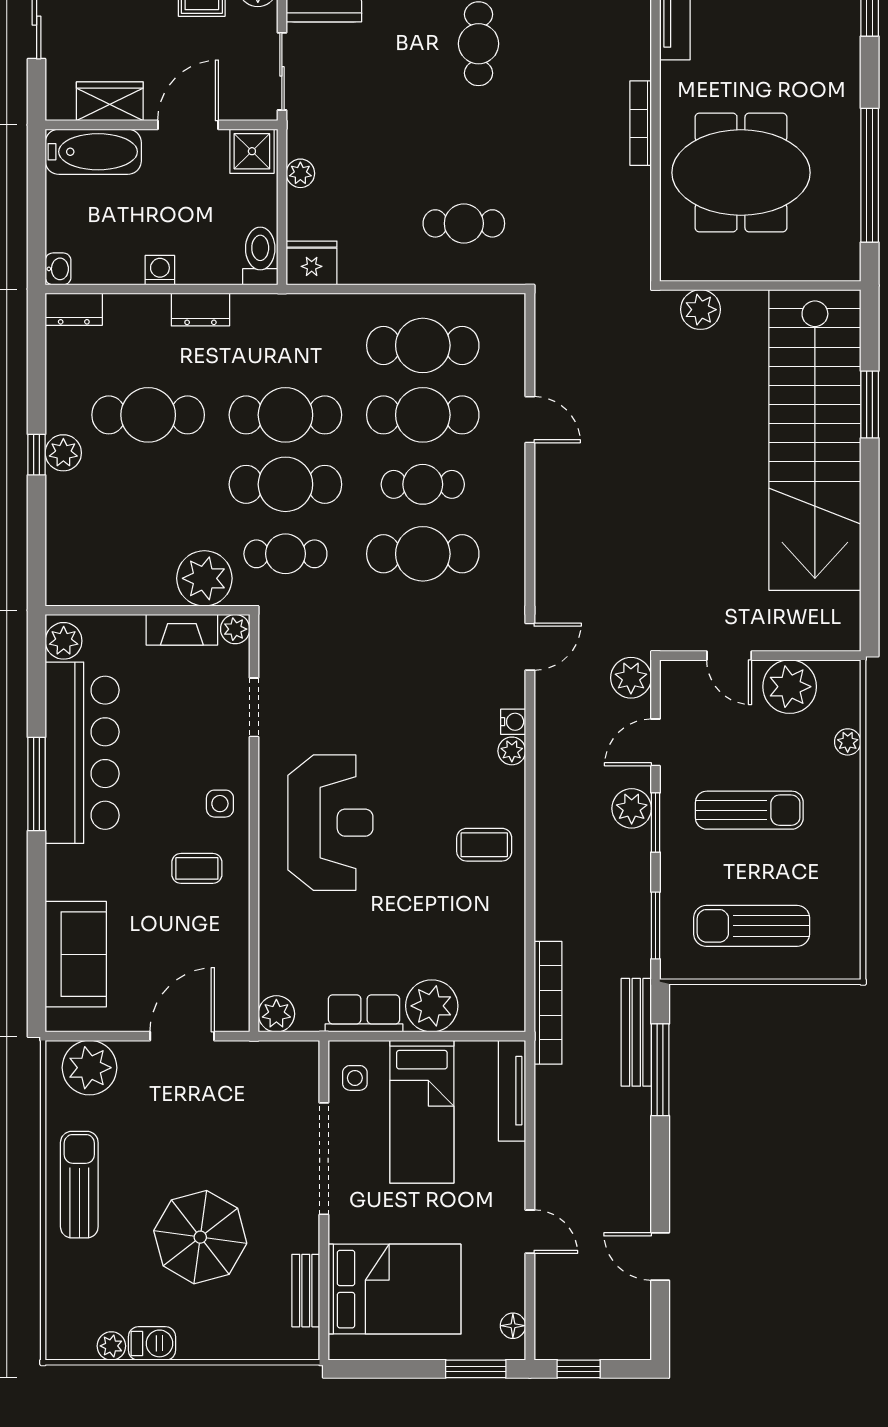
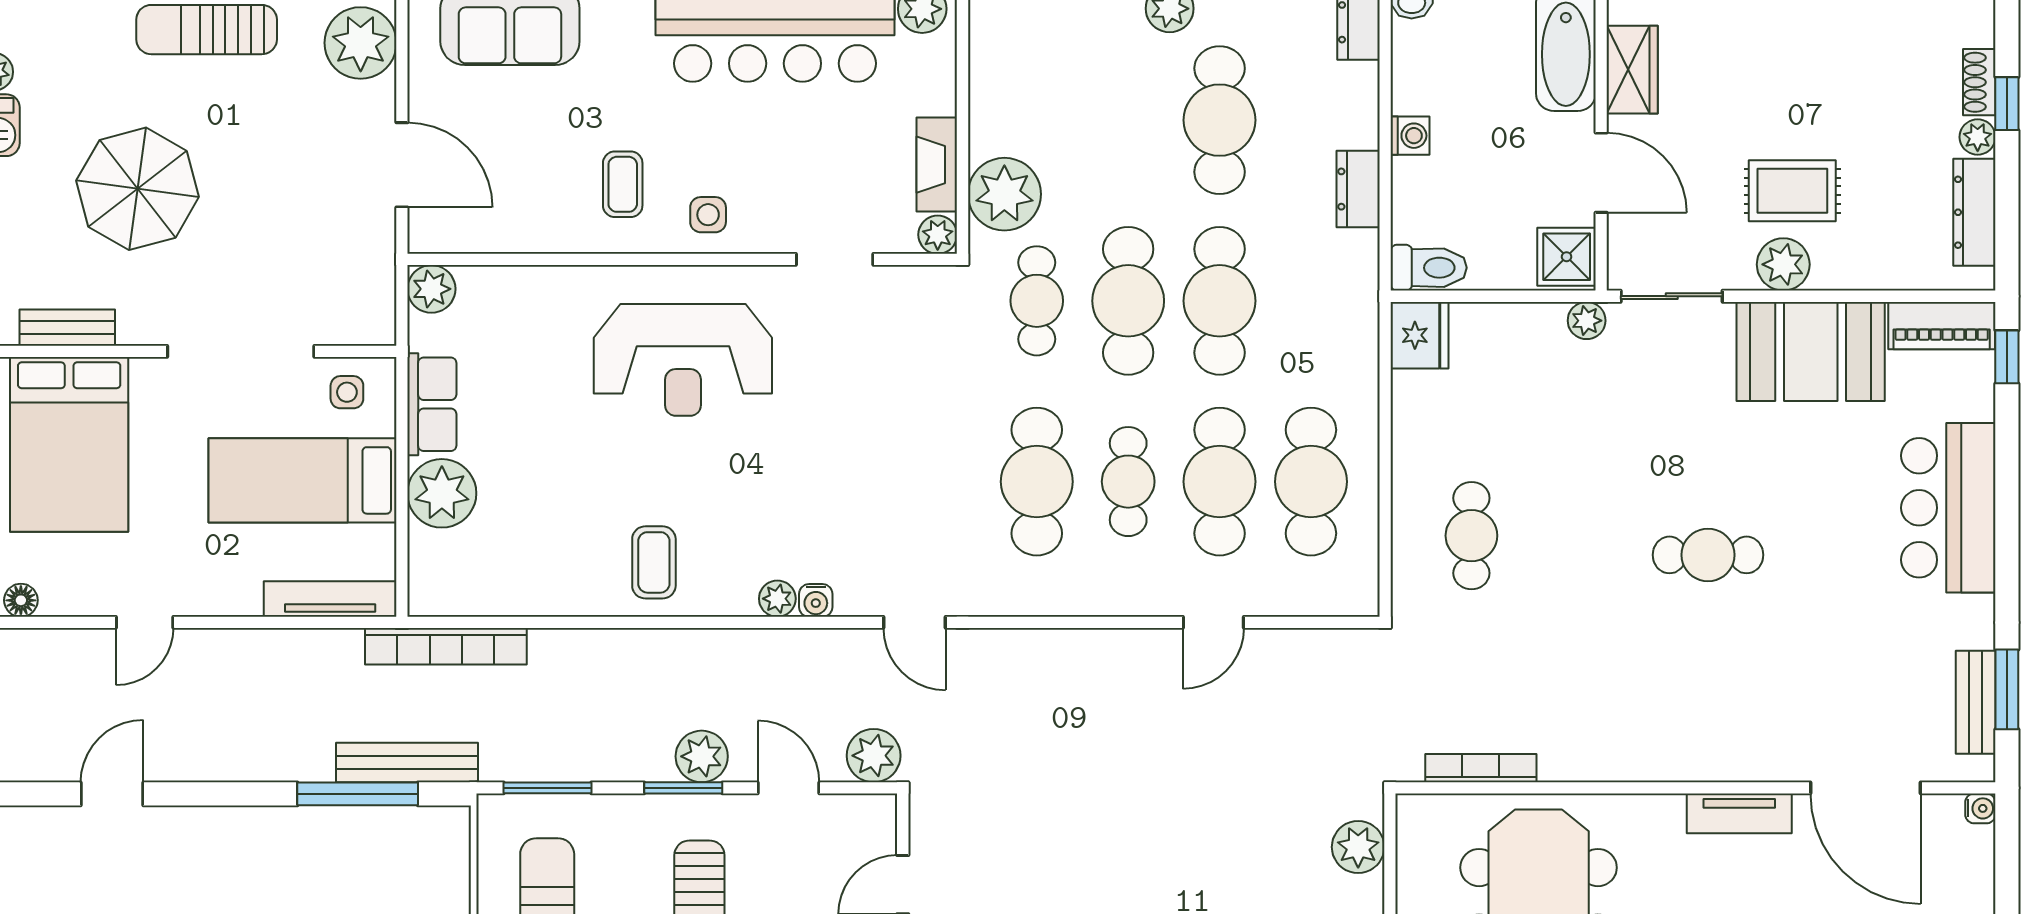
bookcase: (641, 123) -> (1481, 768), moved
plant: (300, 173) -> (1587, 321), moved
sun lounger: (79, 1185) -> (207, 30), turned 180

